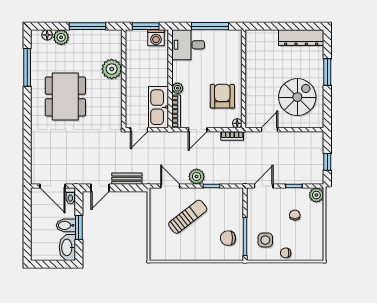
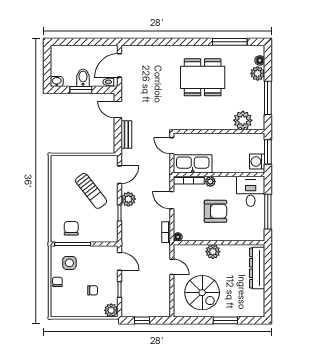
dresser: (301, 38) -> (257, 268), moved
plant: (112, 69) -> (243, 120), moved
plant: (253, 85) -> (213, 252), added
armchair: (222, 96) -> (215, 211), moved
washbasin: (67, 247) -> (57, 81), width x0.52, depth x0.69

